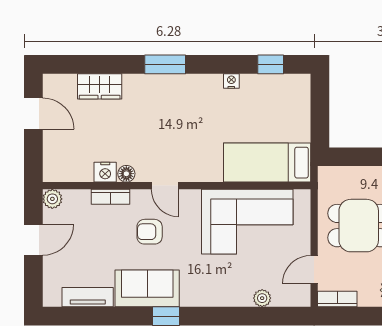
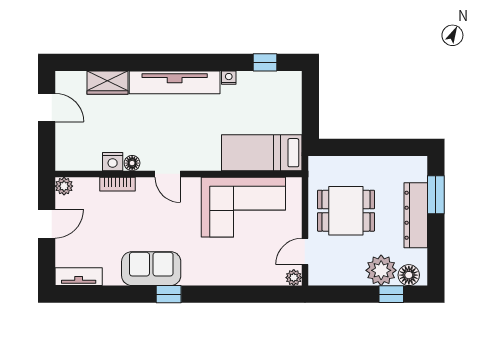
window: (165, 64) -> (168, 62), removed
tv unit: (173, 86) -> (175, 82), added
armchair: (150, 232) -> (153, 216), removed
tv unit: (88, 297) -> (79, 277), moved
plant: (262, 298) -> (294, 278), moved
bookcase: (337, 299) -> (326, 278), removed

